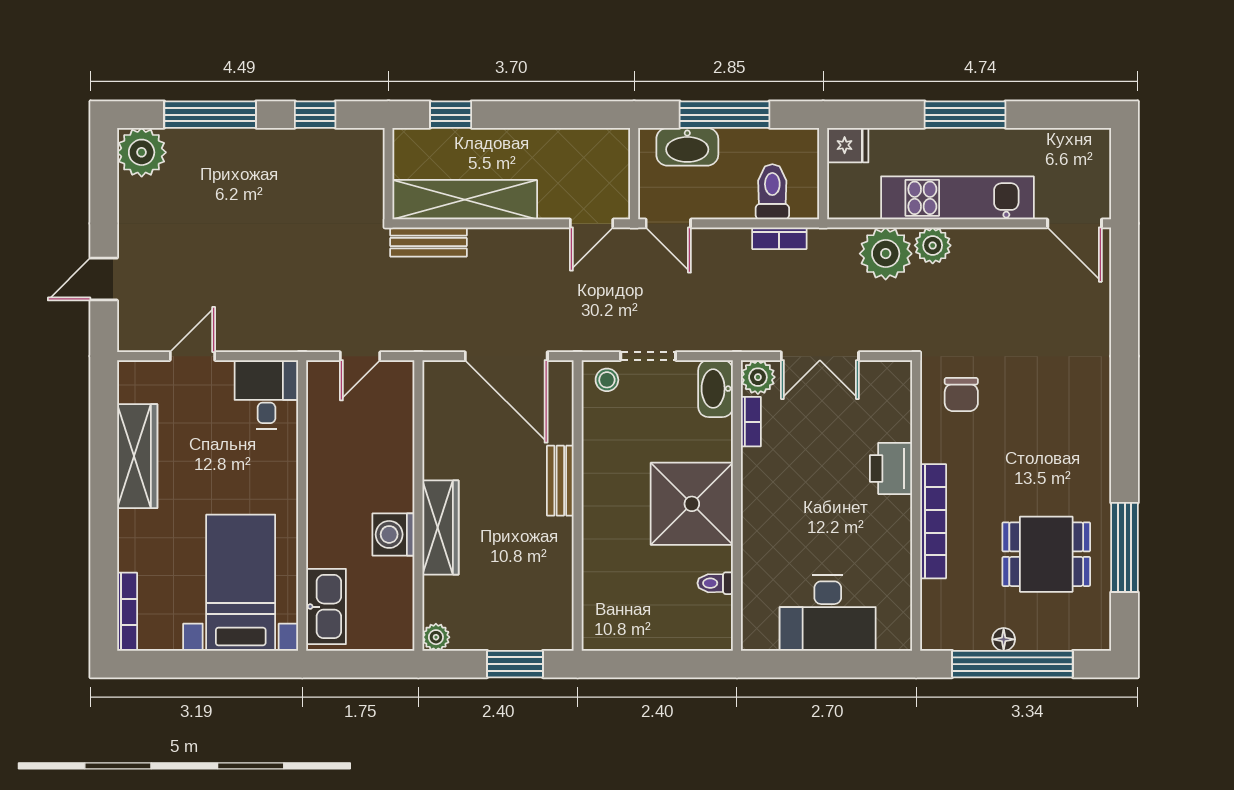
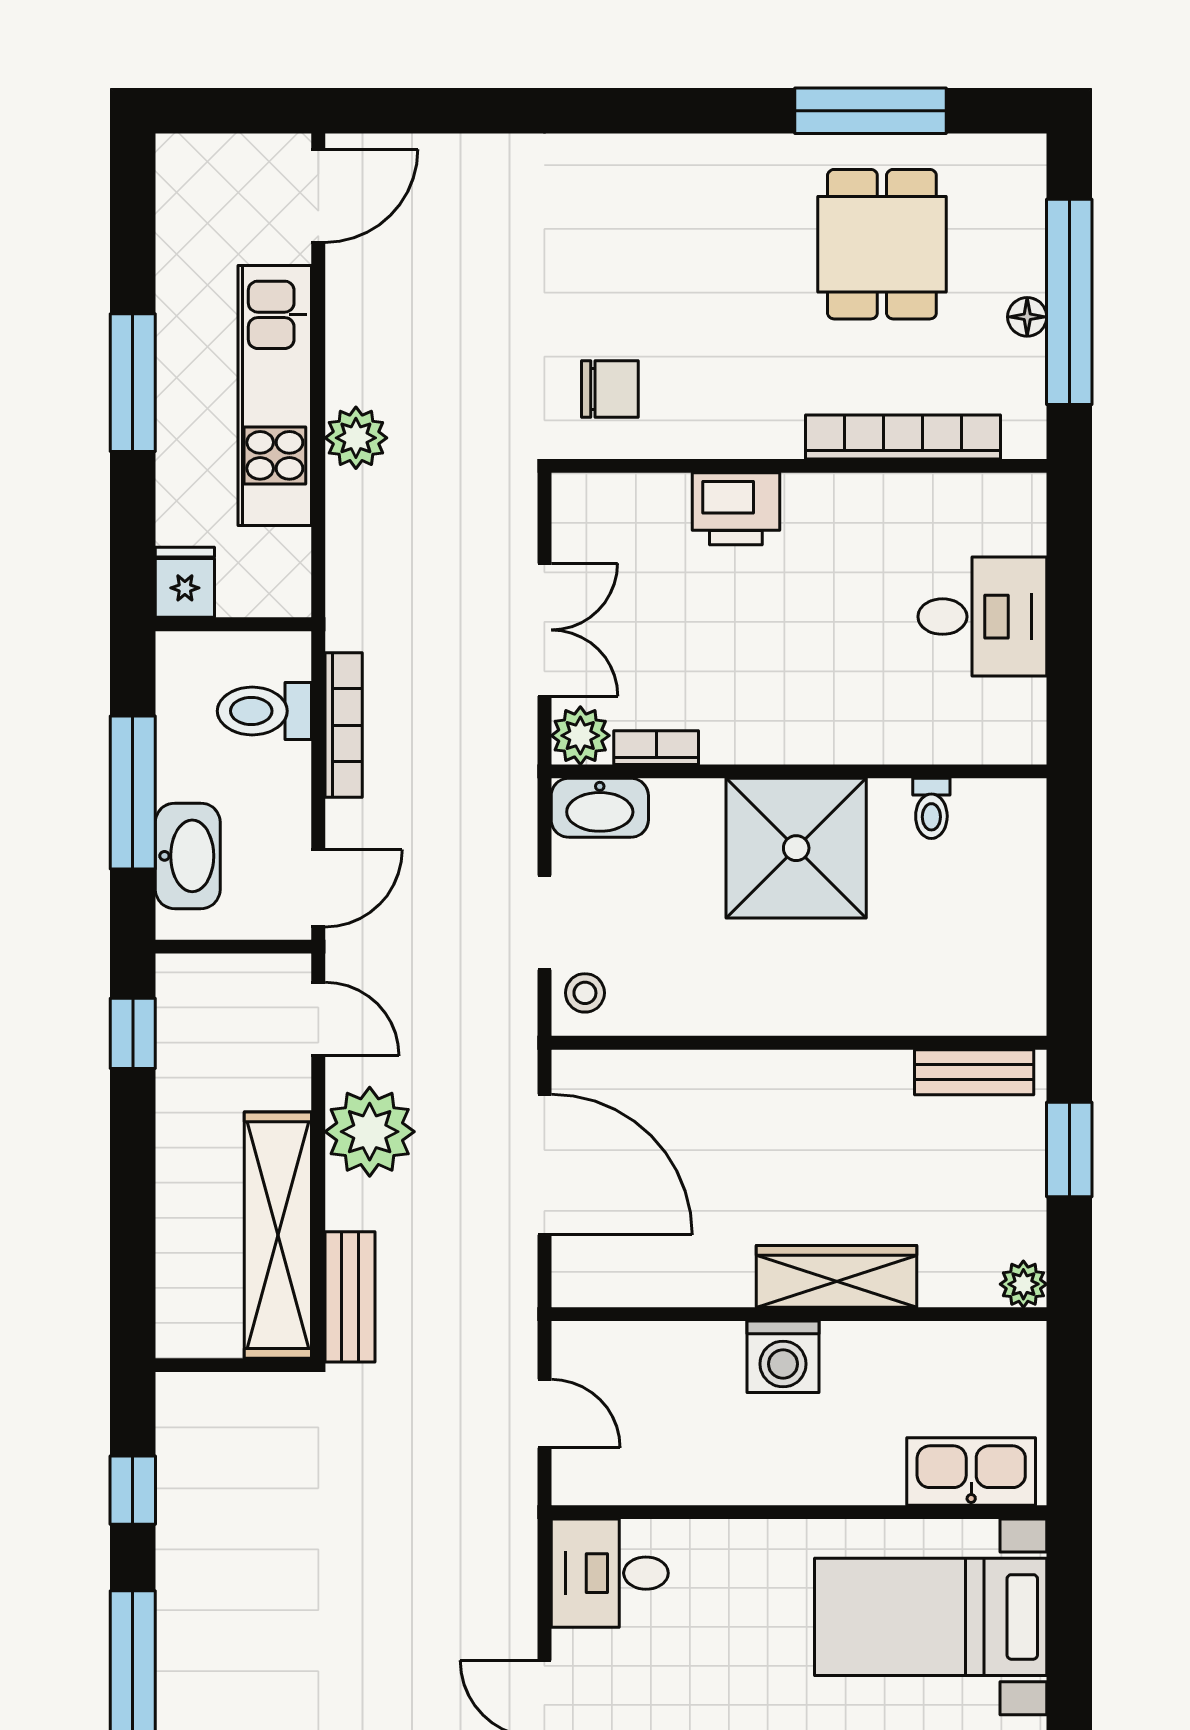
window: (451, 115) -> (133, 1033), moved
bookcase: (779, 238) -> (344, 725), width x1.56
plant: (886, 254) -> (370, 1132), moved
door: (506, 356) -> (544, 1164), hinge flipped
bench: (560, 481) -> (974, 1072), moved
bookcase: (933, 521) -> (903, 437), moved
washing machine: (393, 534) -> (783, 1357), moved
desk: (828, 613) -> (982, 617), width x0.73

